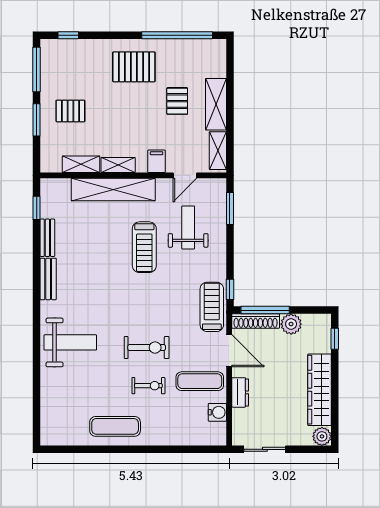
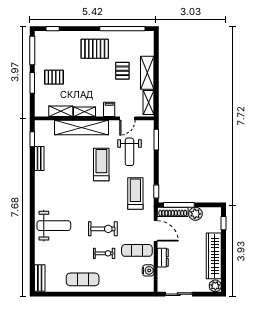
weight bench: (188, 227) -> (129, 152), turned 180
treadmill: (144, 247) -> (101, 164), turned 180
bench: (48, 279) -> (40, 278), moved
treadmill: (212, 307) -> (135, 193), moved

